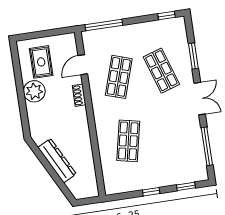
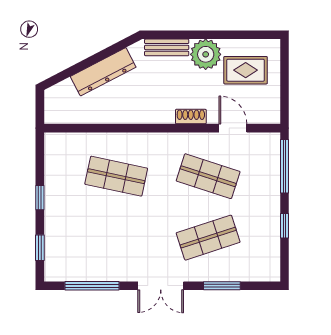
window: (167, 16) -> (284, 226), moved
bench: (33, 119) -> (167, 47), added

